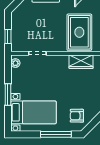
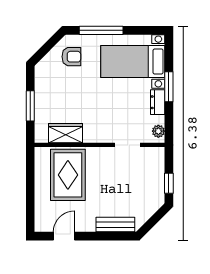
window: (8, 36) -> (169, 183), moved
dresser: (16, 84) -> (158, 102), added

